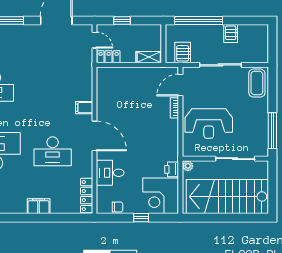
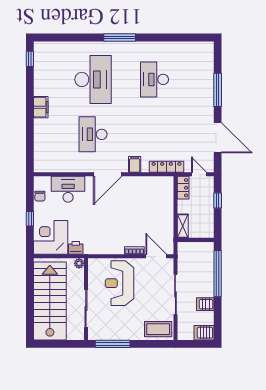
door: (95, 40) -> (199, 174), swing flipped
server rack: (183, 52) -> (204, 333), moved, turned 180
desk: (110, 173) -> (68, 189), width x1.37
locker: (87, 196) -> (166, 167), moved
filing cabinet: (39, 206) -> (41, 107), moved

